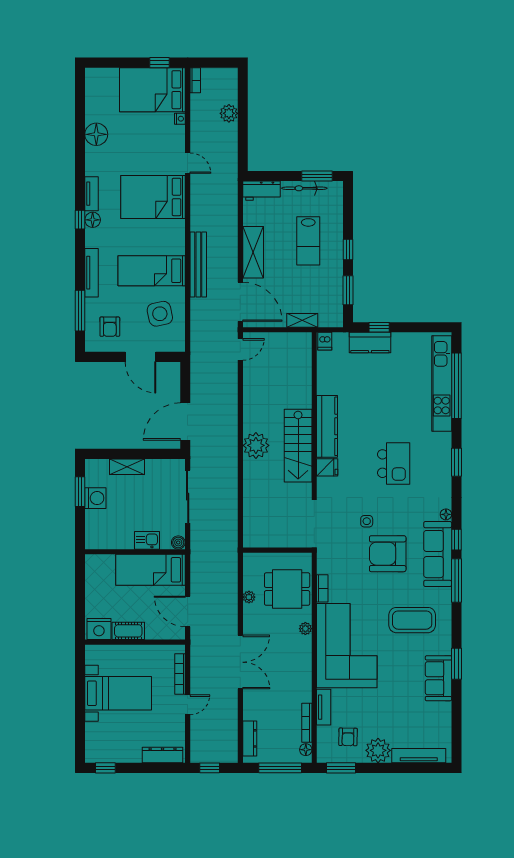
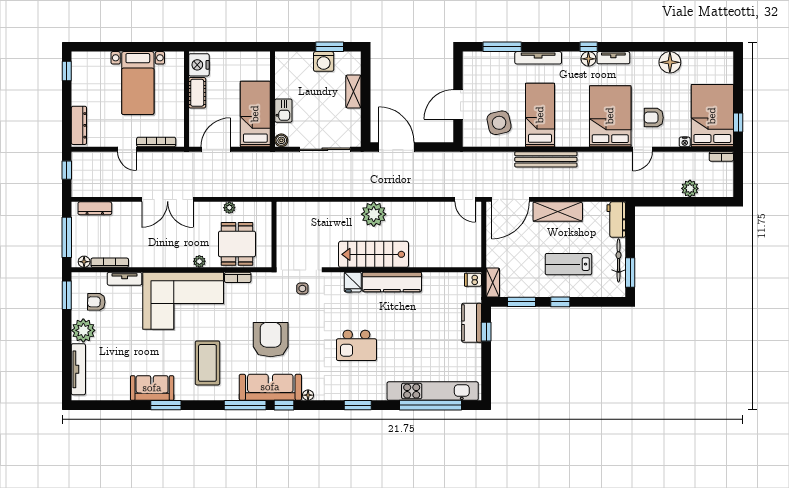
shelving: (302, 320) -> (493, 283), moved
armchair: (110, 327) -> (654, 118), moved
side table: (367, 521) -> (302, 289), moved

